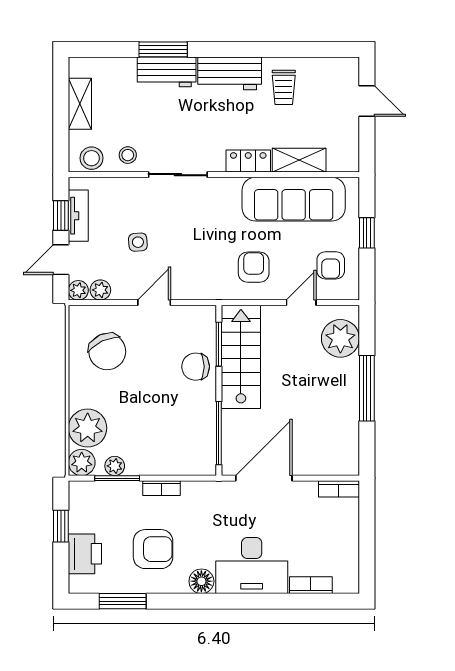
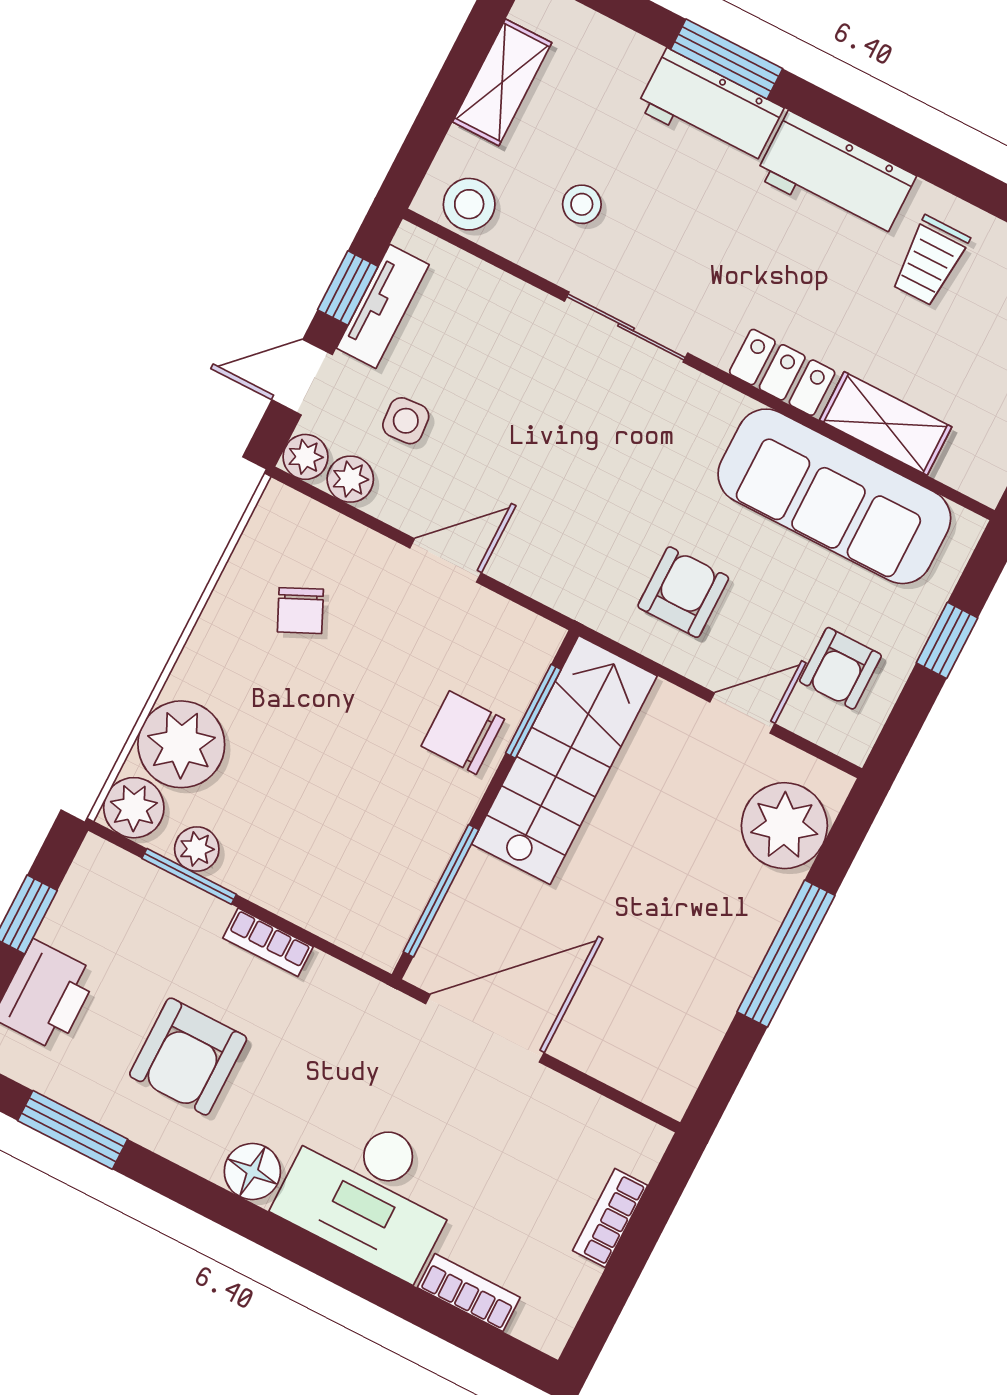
stool: (128, 155) -> (582, 204), moved
side table: (138, 242) -> (406, 421), moved
chair: (107, 352) -> (300, 611), width x0.54, depth x0.54
bookcase: (339, 489) -> (610, 1218), moved, turned 90
armchair: (153, 549) -> (188, 1057), turned 90

